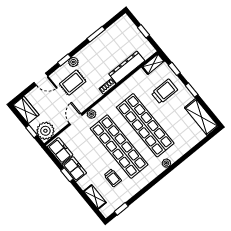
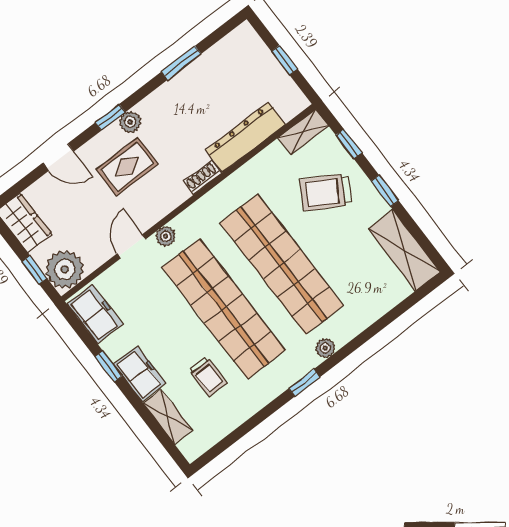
trolley: (164, 91) -> (326, 192), turned -150
freezer: (74, 169) -> (140, 374), moved
window: (121, 209) -> (304, 383), moved

